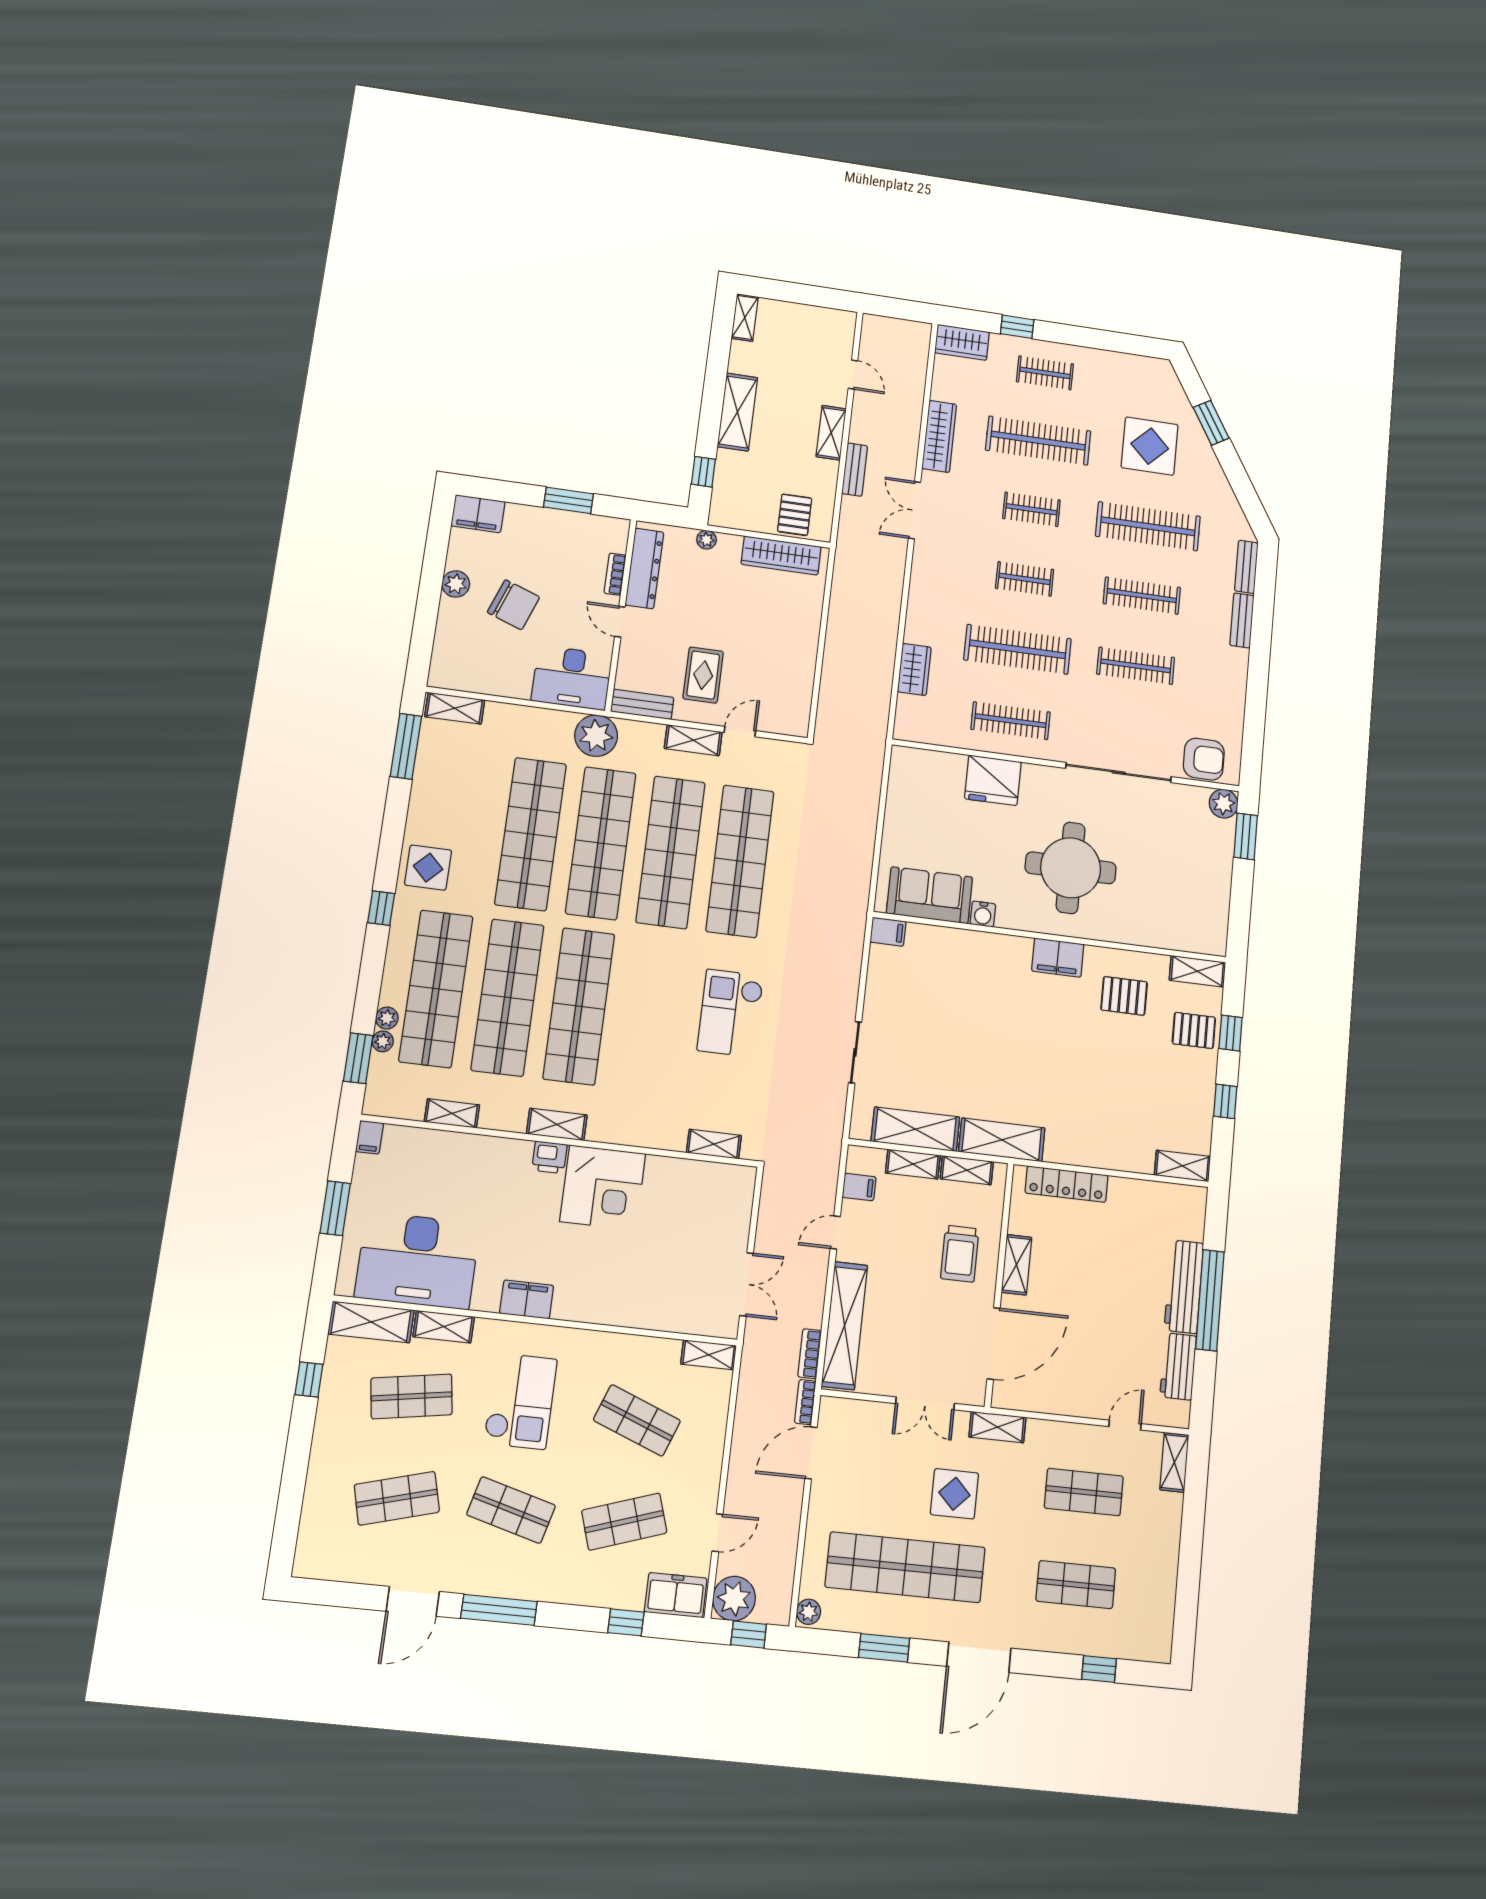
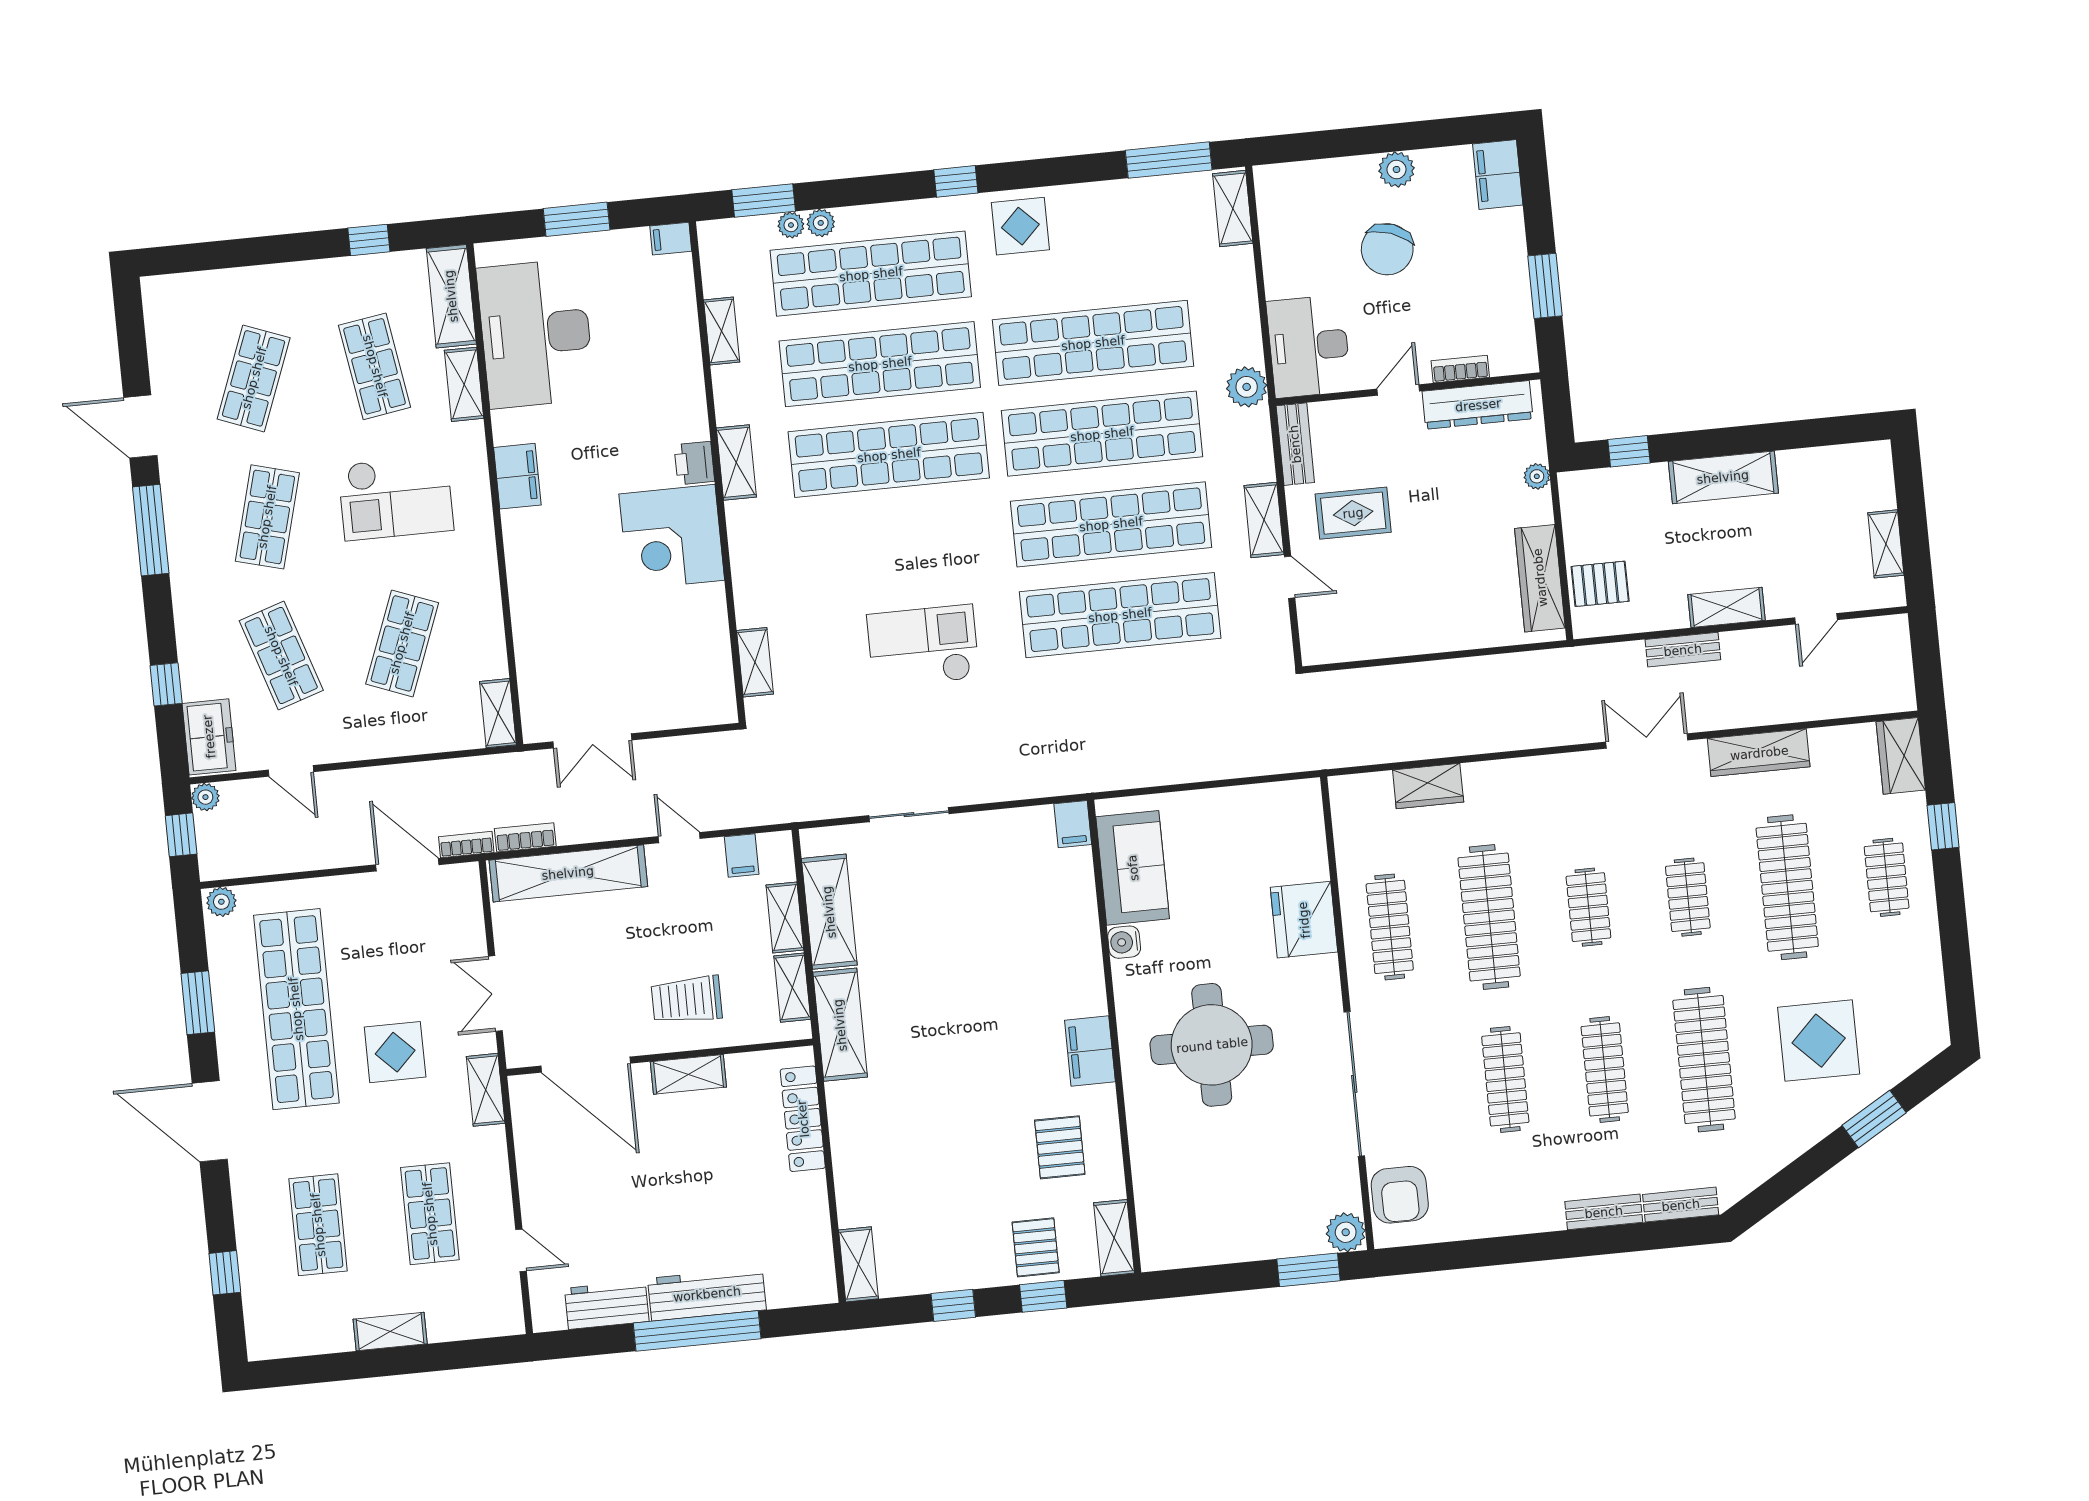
shelving: (745, 317) -> (1886, 544), moved, turned 90
plant: (596, 736) -> (1247, 387), width x0.73, depth x0.73
shelving: (1174, 1462) -> (390, 1331), moved
shop shelf: (397, 1498) -> (254, 378), turned 36
plant: (734, 1599) -> (205, 797), width x0.53, depth x0.53

